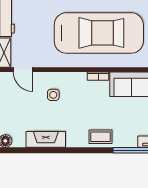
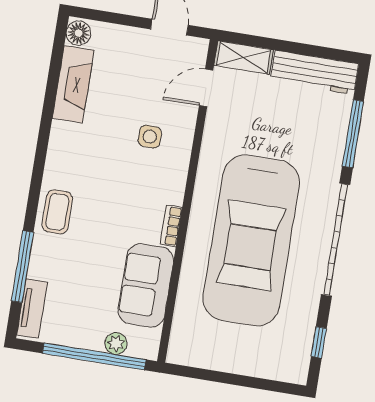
fireplace: (46, 139) -> (73, 84), moved

